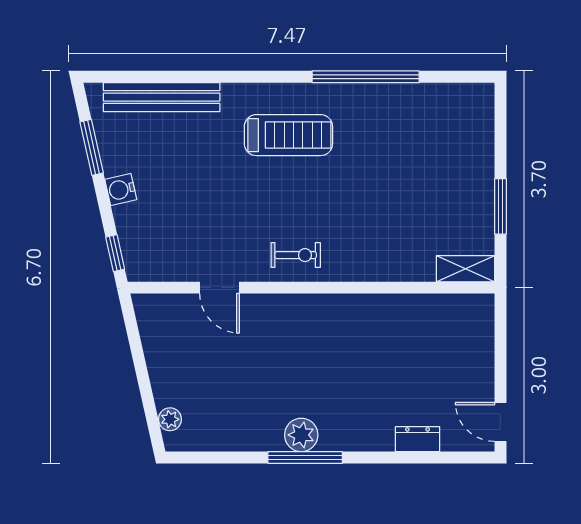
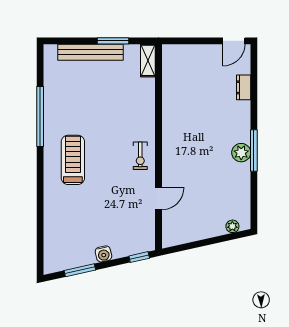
bench: (162, 97) -> (90, 52), moved, turned 90
exercise bike: (296, 255) -> (140, 156), turned 180

